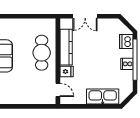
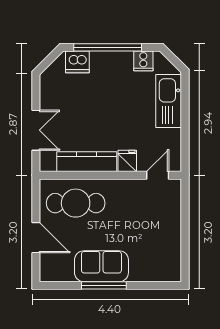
door: (20, 16) -> (36, 238), added
cafe table: (42, 53) -> (76, 203), moved
cooker: (127, 64) -> (143, 61), moved

